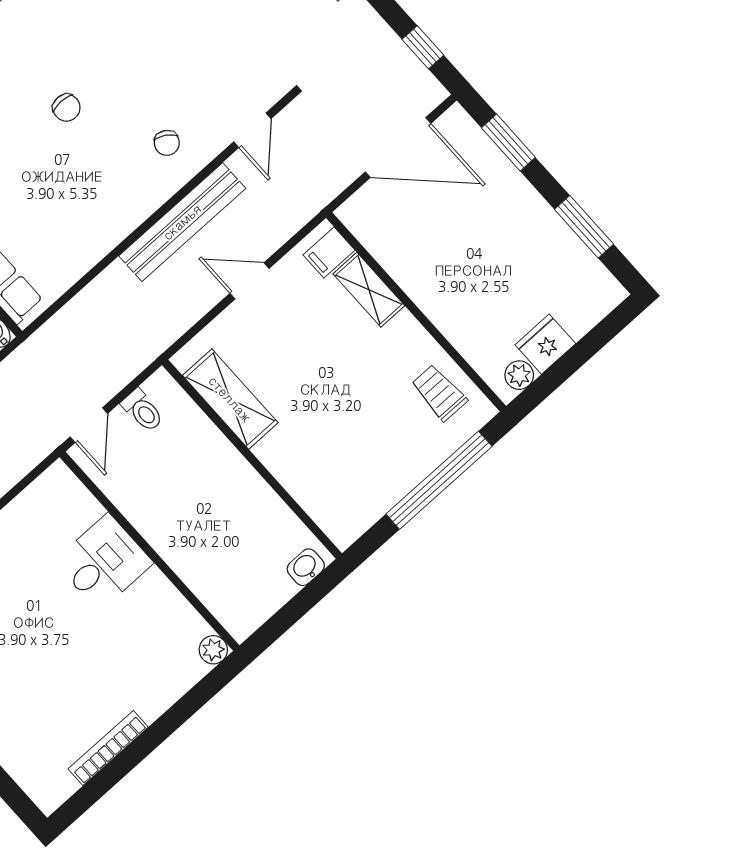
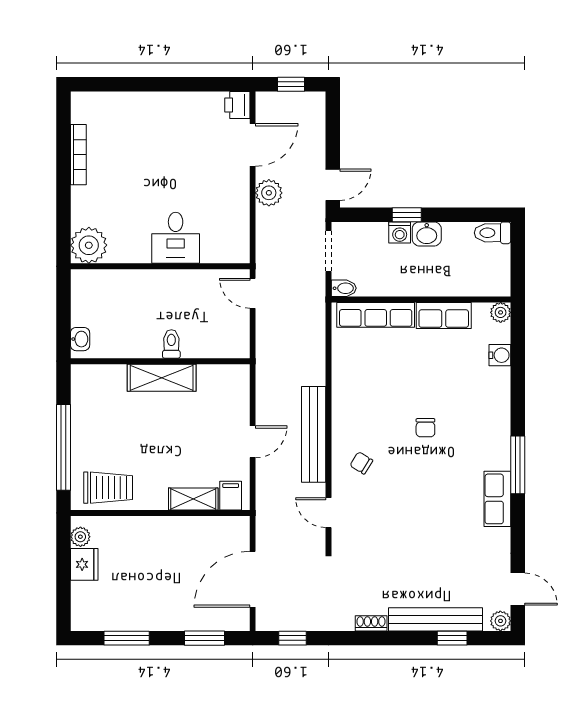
chair: (67, 108) -> (425, 428), turned -90
trolley: (439, 393) -> (108, 488), width x1.36, depth x1.39
shelving: (230, 399) -> (162, 378), moved
toilet: (143, 410) -> (171, 344), moved, turned 90
plant: (213, 650) -> (89, 245), width x1.87, depth x1.87

